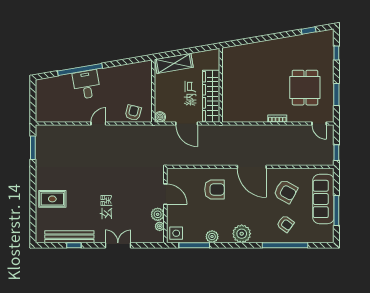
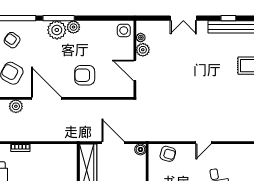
armchair: (133, 113) -> (168, 154), turned -88
plant: (282, 159) -> (16, 106), added
plant: (212, 237) -> (73, 27), moved
window: (194, 245) -> (59, 18), moved

